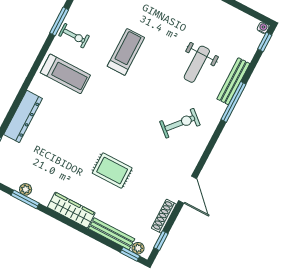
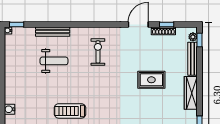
window: (233, 102) -> (66, 25), removed
exercise bike: (180, 123) -> (98, 52), turned 49
rug: (112, 171) -> (151, 80), turned 90
window: (161, 241) -> (167, 25), moved

